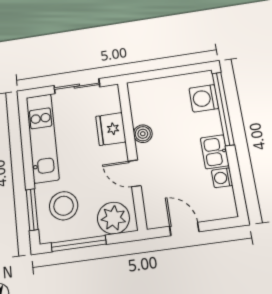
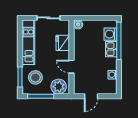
boiler: (143, 134) -> (78, 24), moved
kitchen sink: (215, 152) -> (111, 49), moved
door: (184, 229) -> (91, 96), swing flipped

